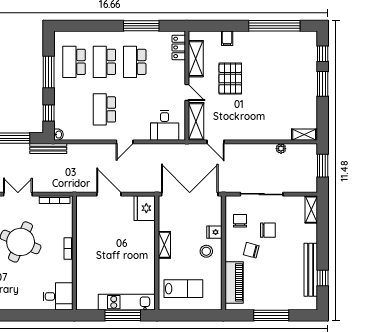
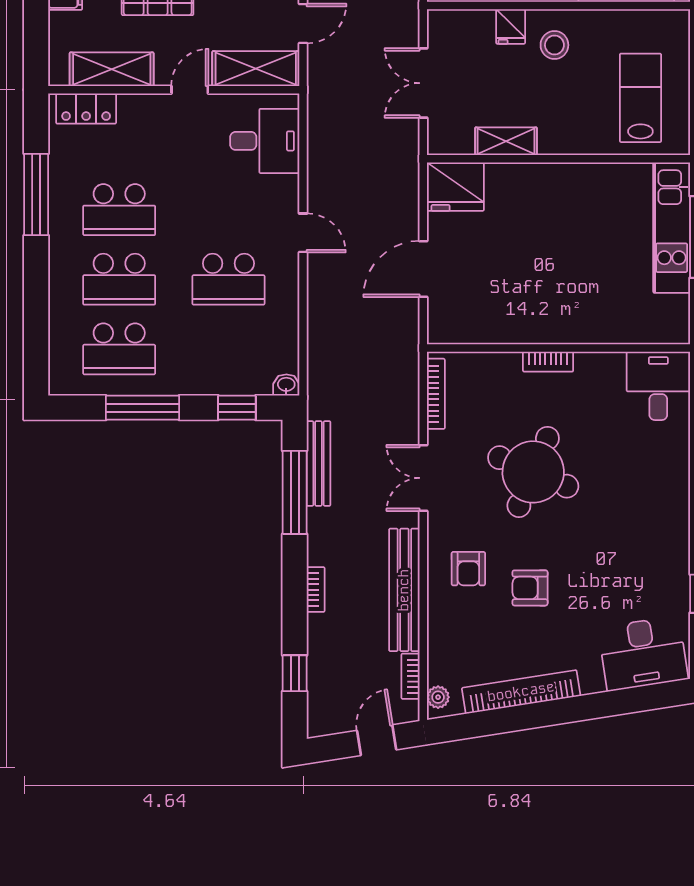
bench: (48, 149) -> (319, 463), moved
double door: (190, 194) -> (423, 83), width x0.54
shelving: (164, 245) -> (506, 141), moved

